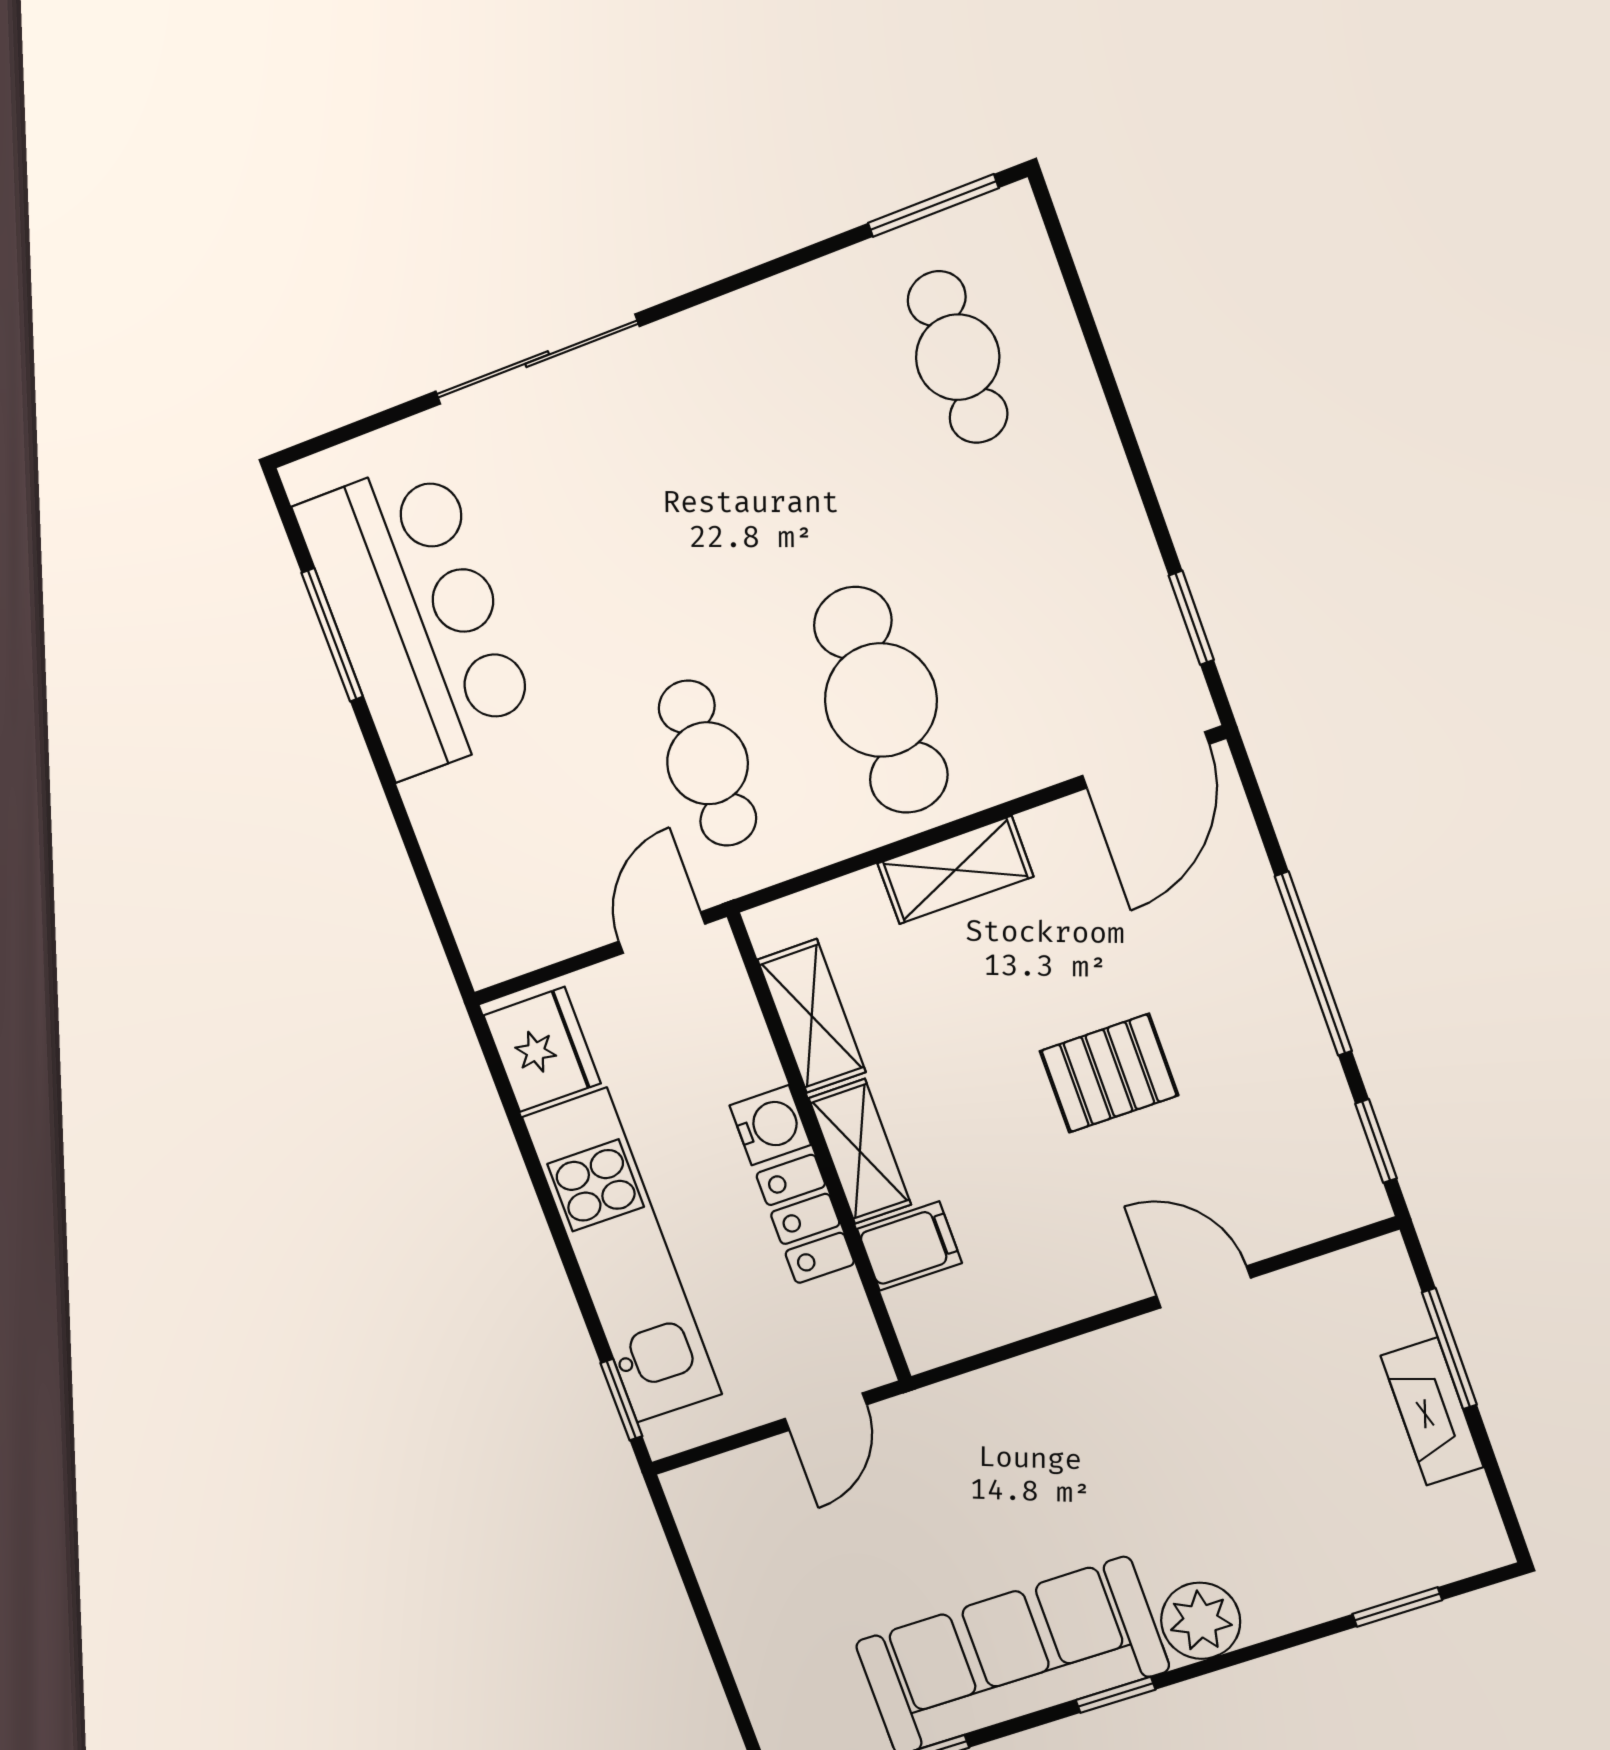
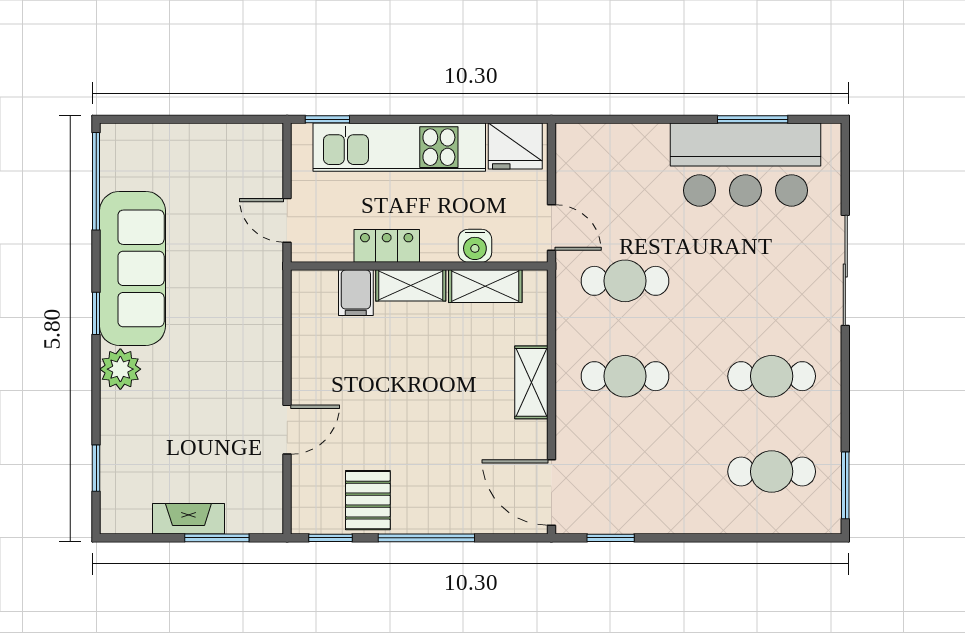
cafe table: (781, 424) -> (772, 376), added
cafe table: (881, 700) -> (625, 376), width x0.73, depth x0.74
pallet: (1109, 1073) -> (368, 500), moved
water cooler: (770, 1125) -> (475, 246), moved

